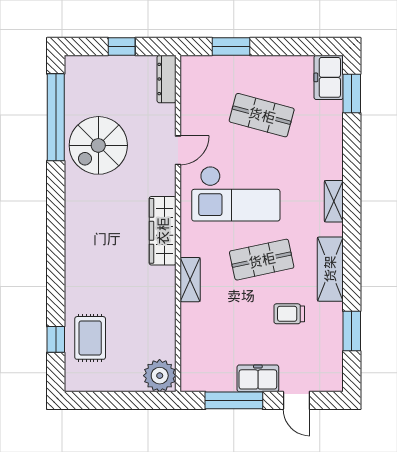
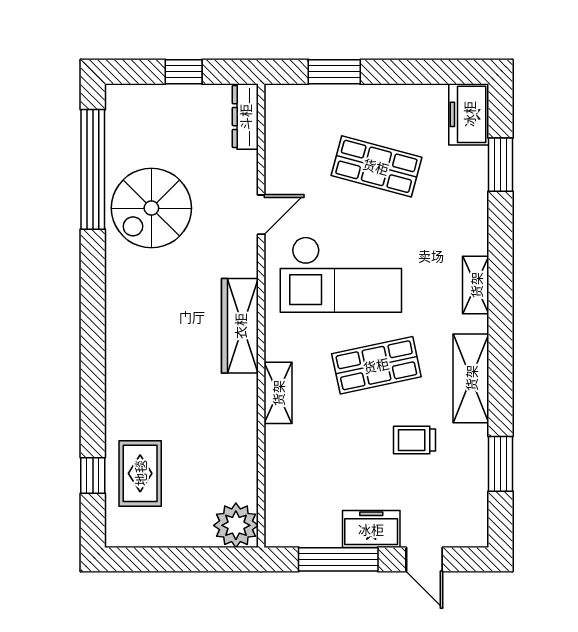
window: (352, 93) -> (501, 165), moved

